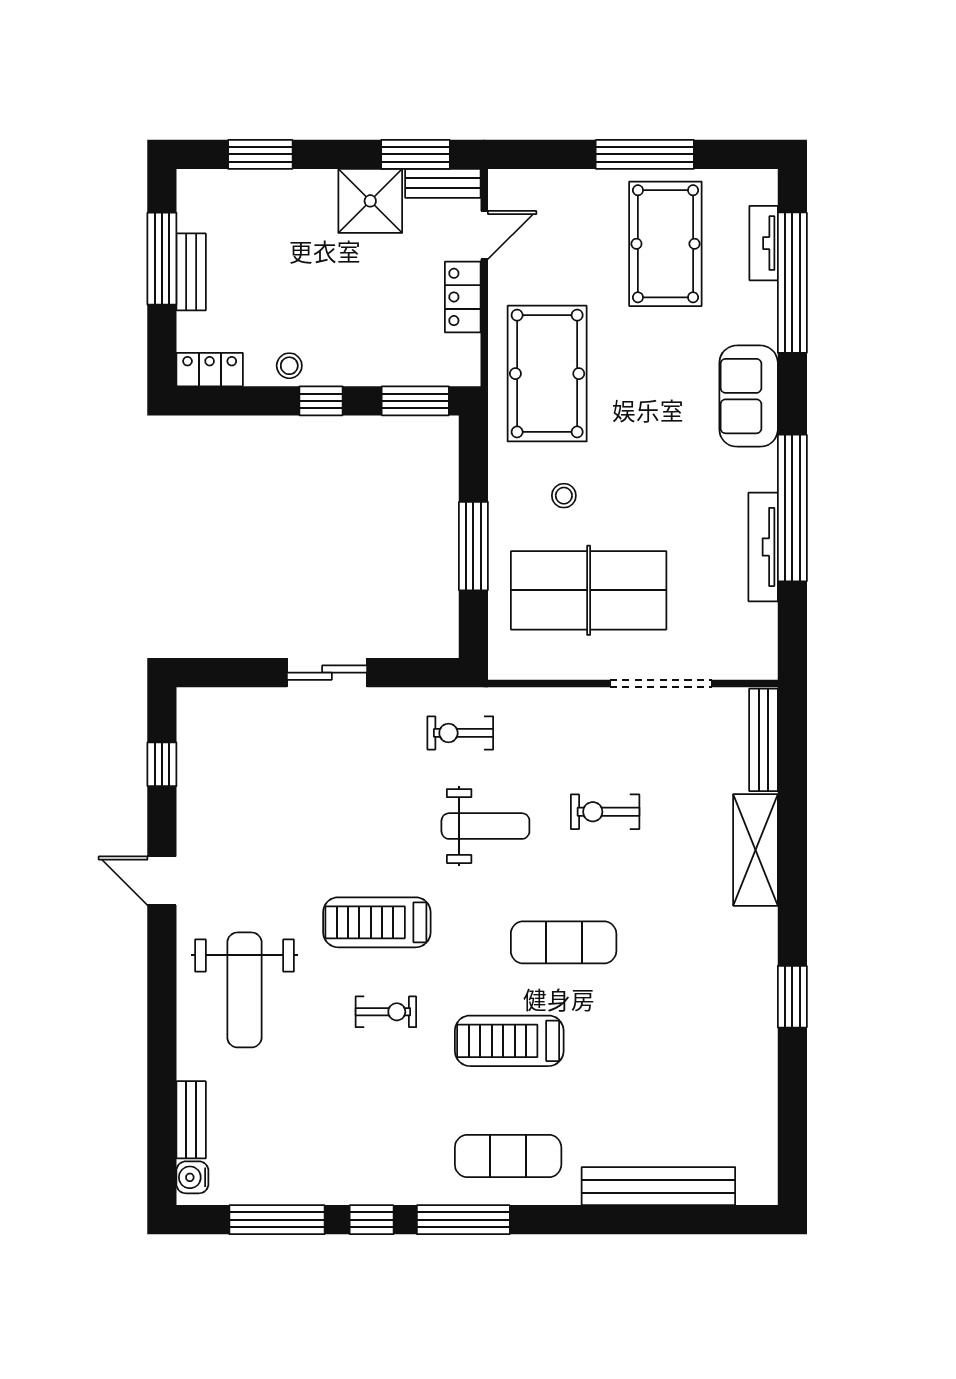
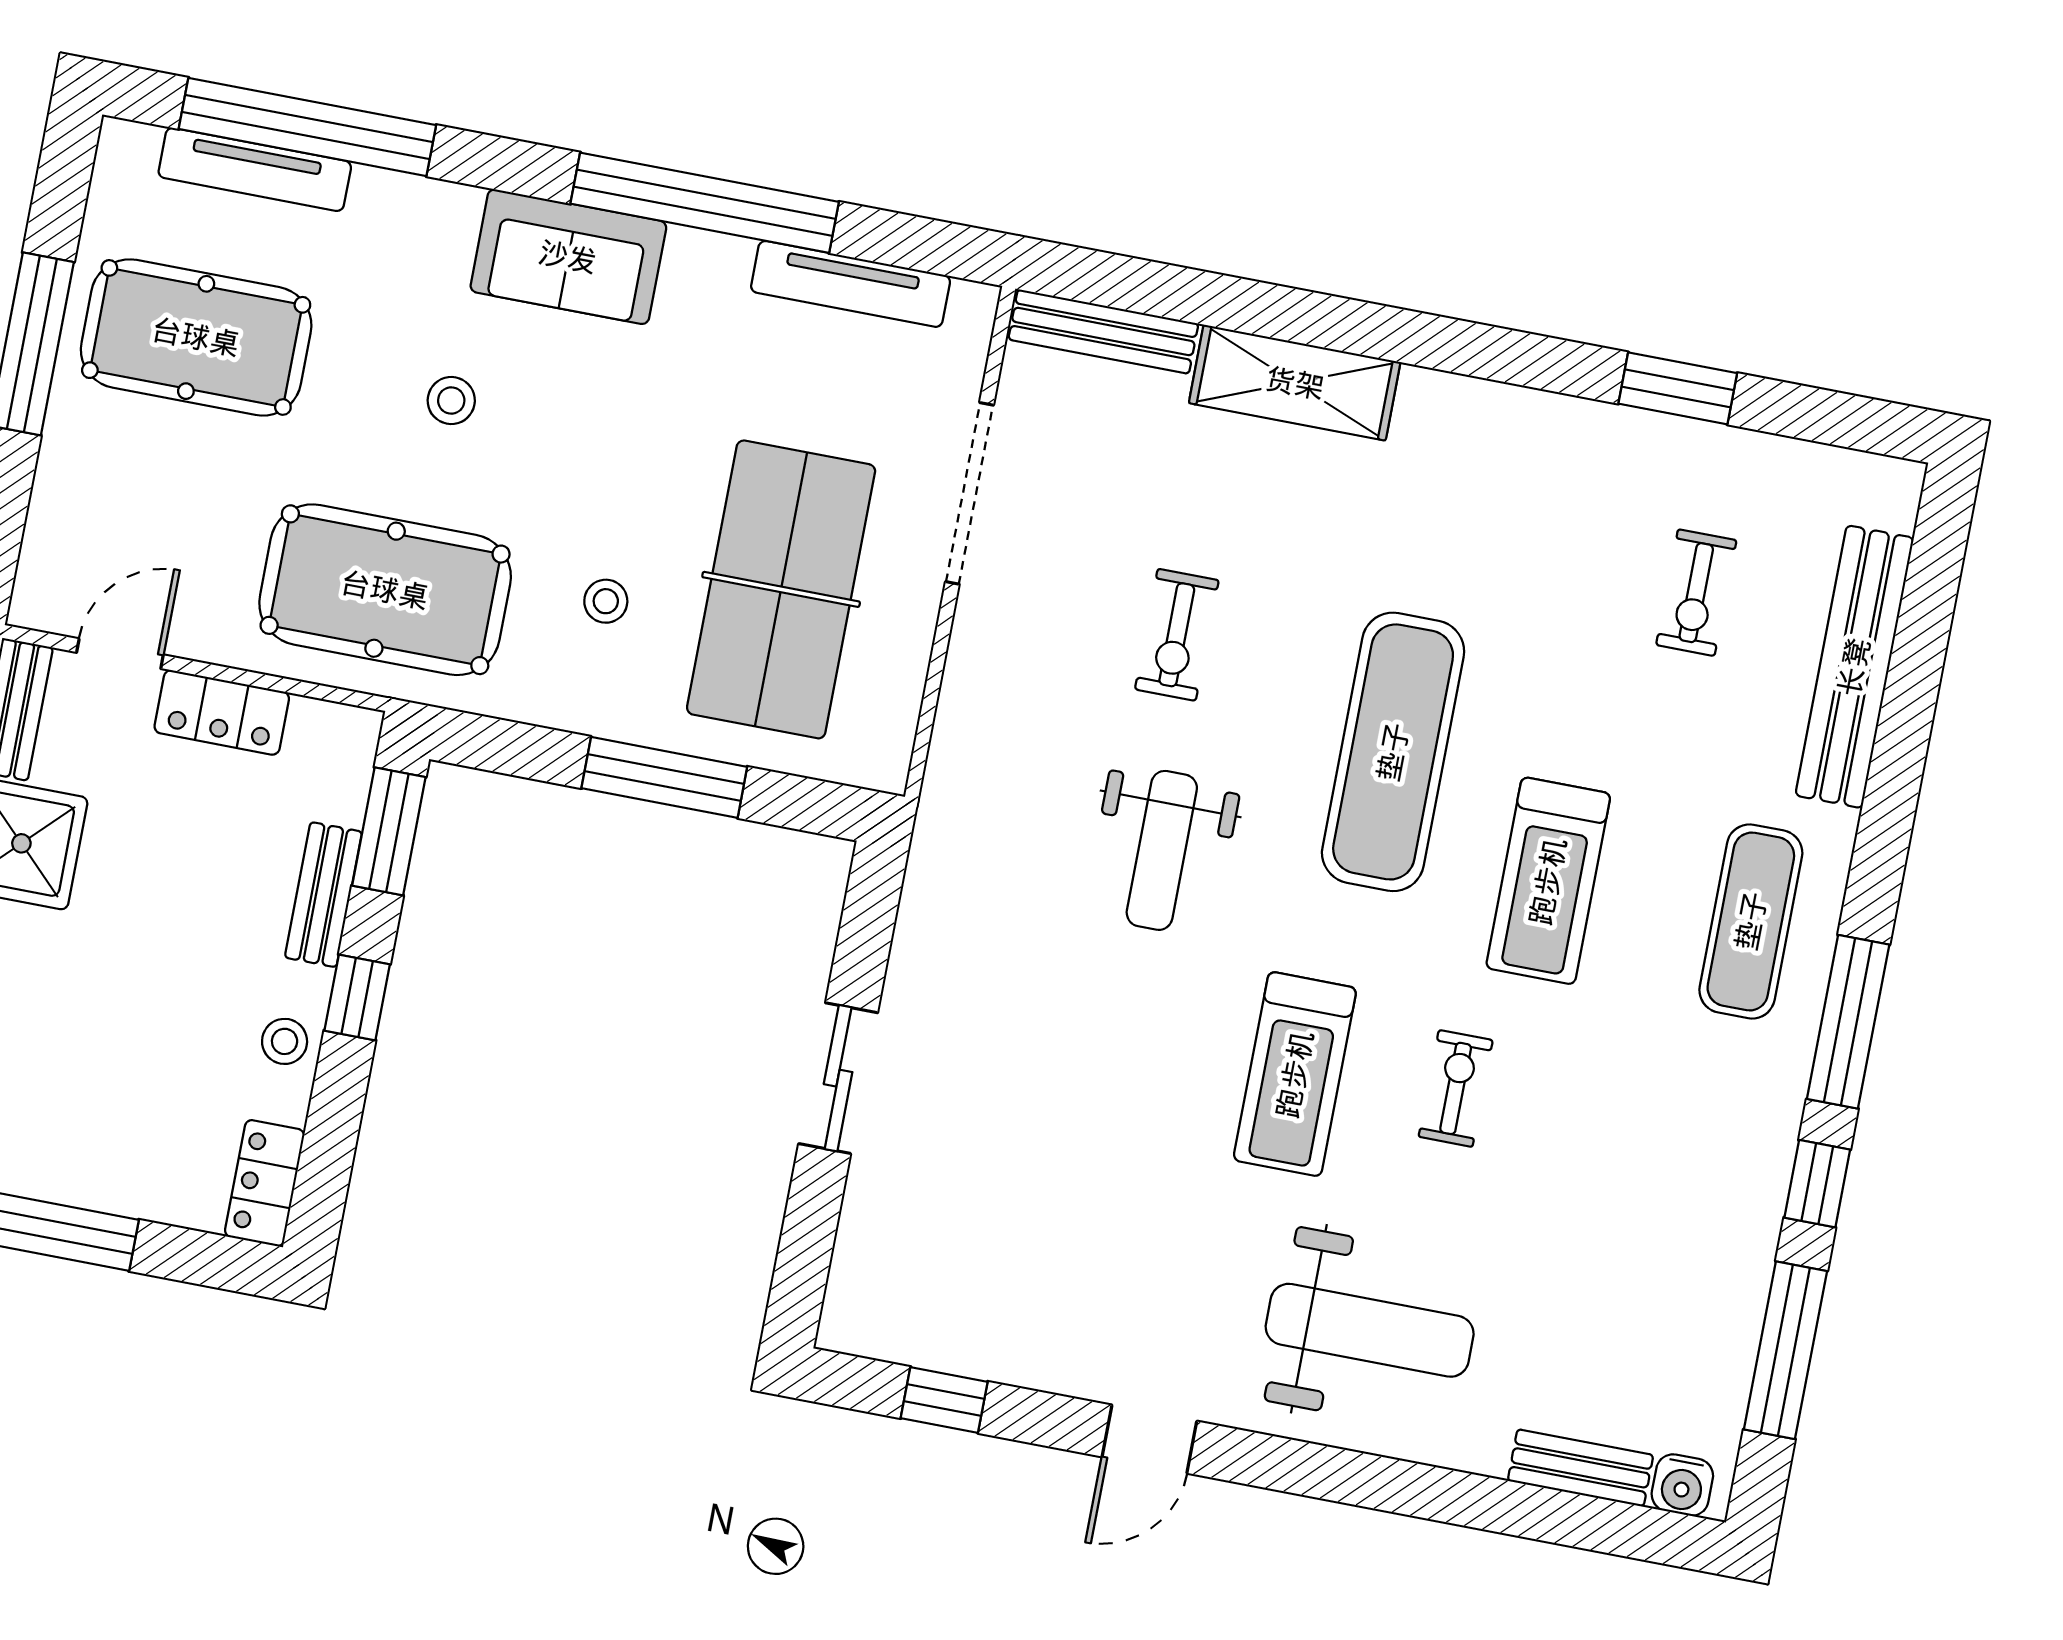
door: (484, 235) -> (120, 654), hinge flipped
tv unit: (764, 243) -> (255, 169), width x1.41
bench: (191, 272) -> (323, 895), moved, turned 90
stool: (658, 390) -> (451, 401), added
sofa: (749, 396) -> (568, 257), moved
tv unit: (763, 547) -> (851, 284), moved
exercise bike: (460, 733) -> (1696, 593), moved
weight bench: (485, 826) -> (1162, 850), turned 180
exercise mat: (564, 942) -> (1393, 752), width x1.36, depth x1.45
window: (792, 997) -> (1678, 388), moved

